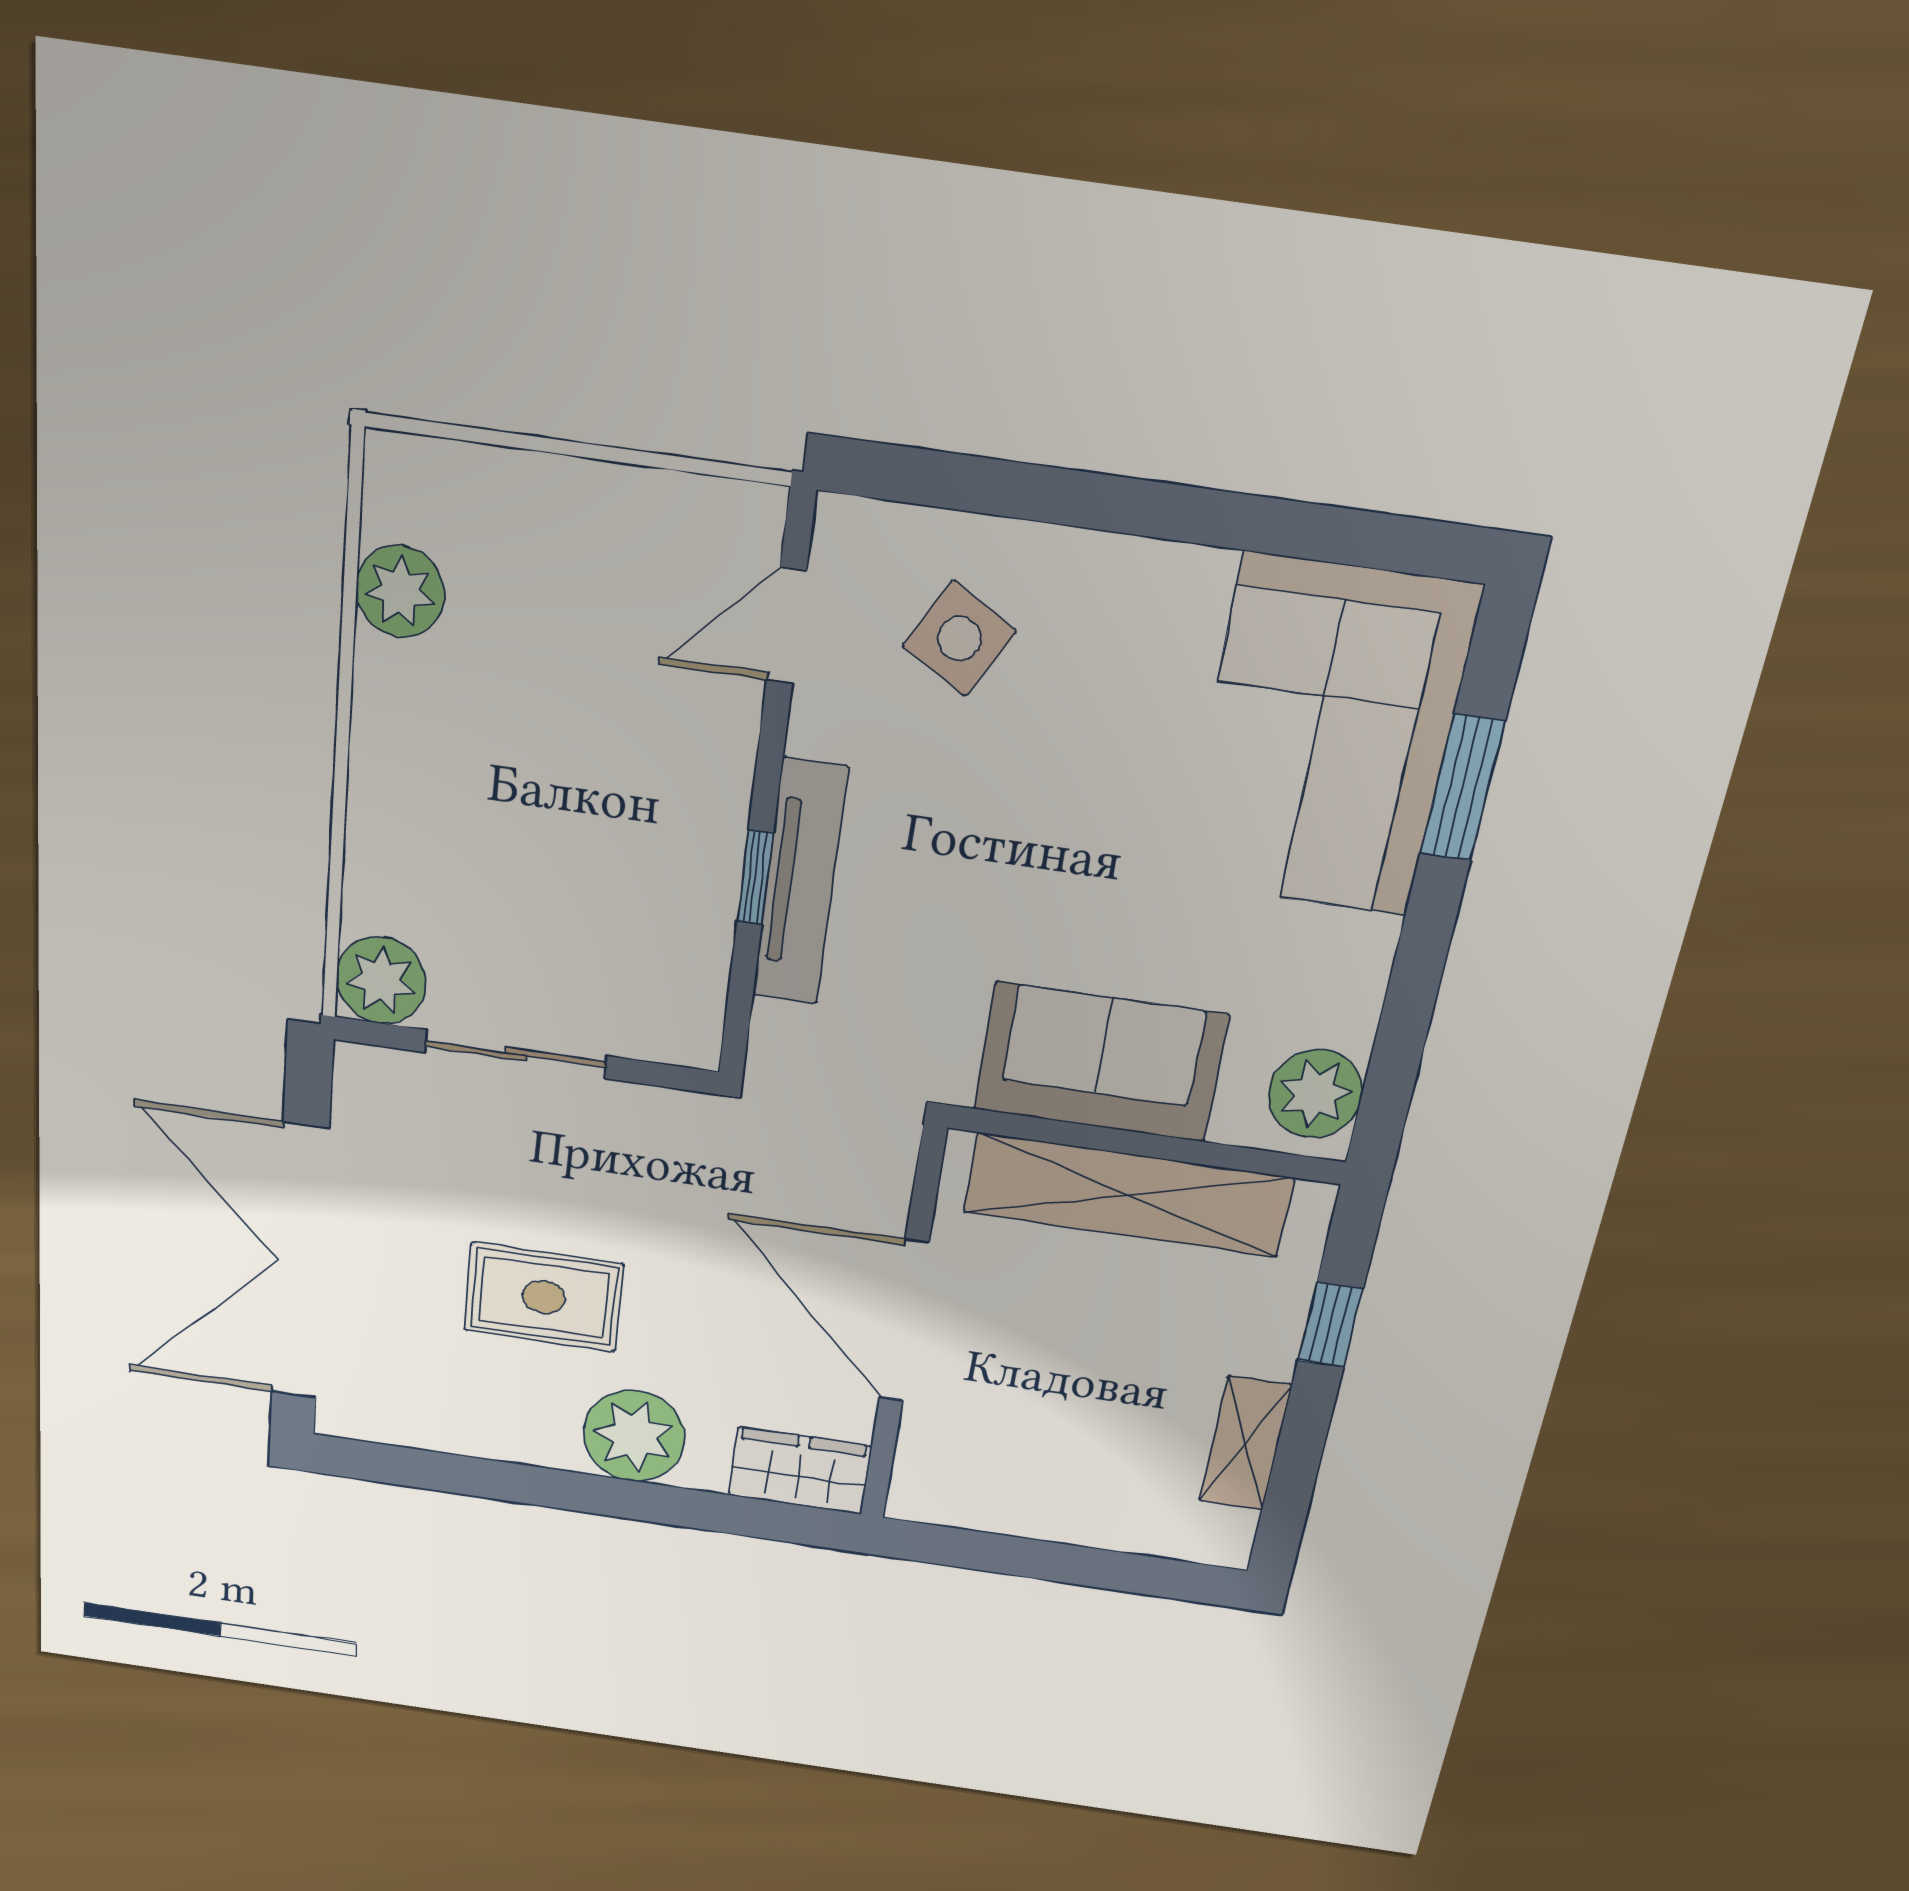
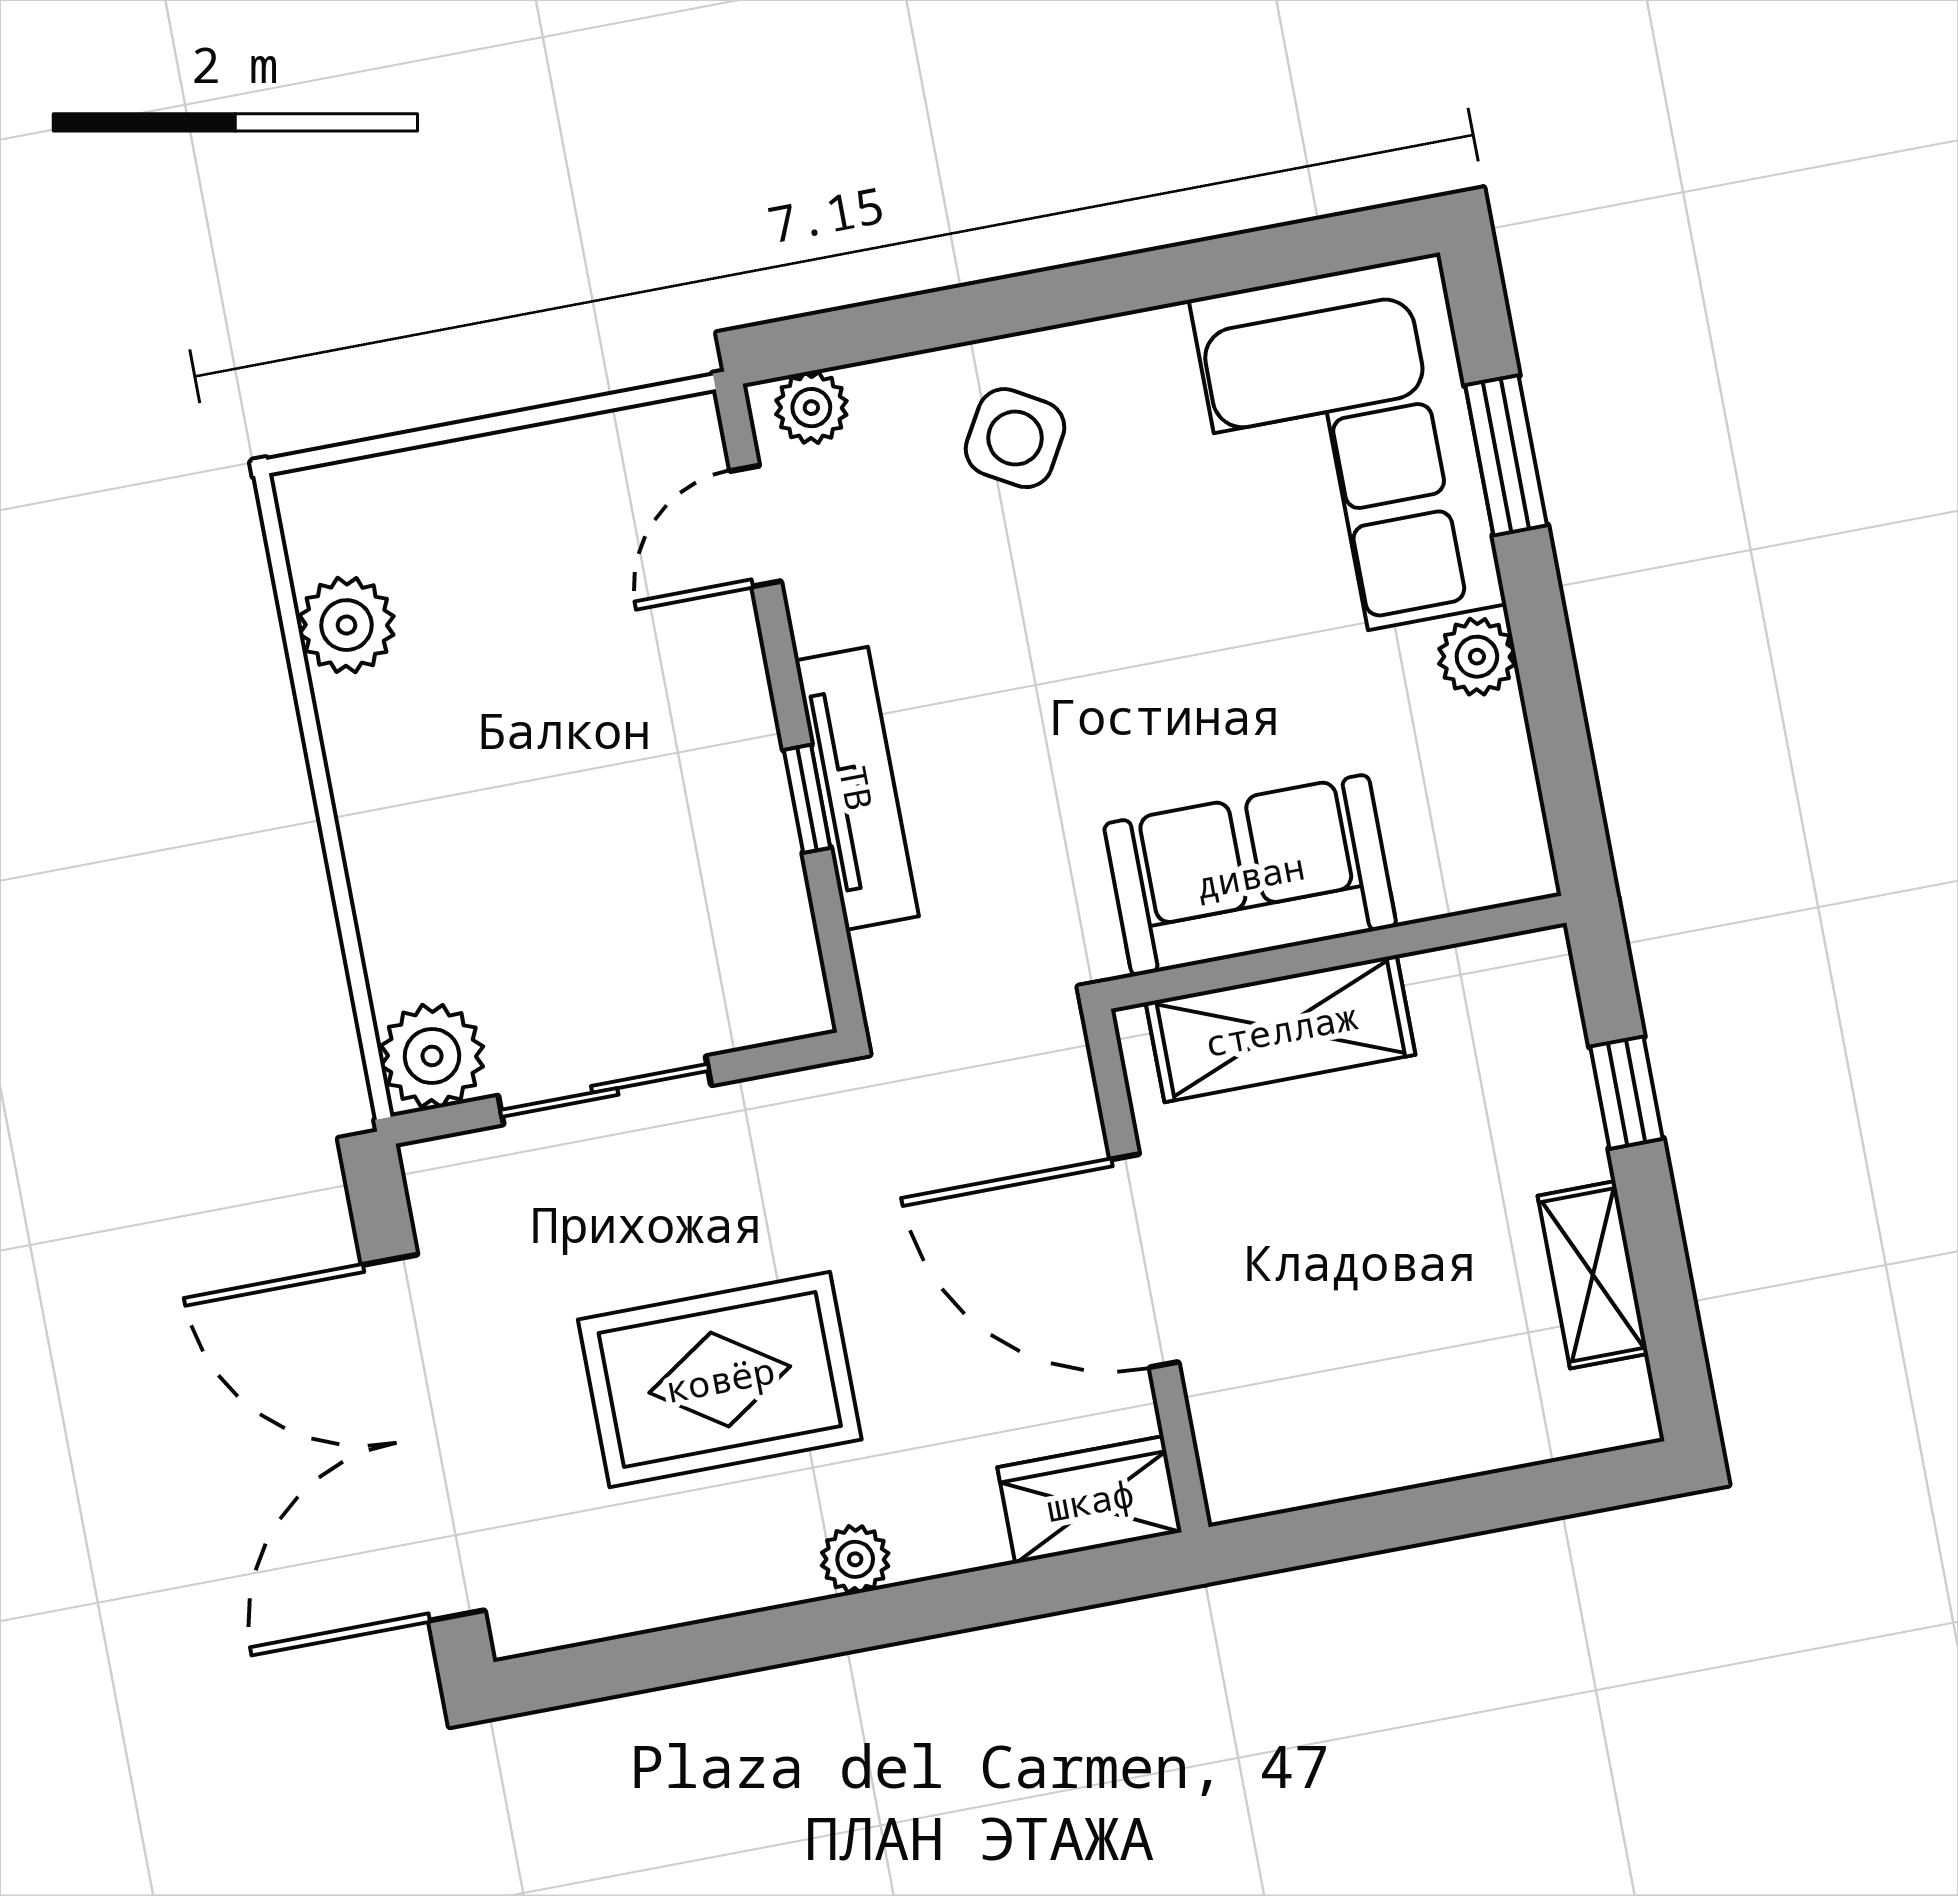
plant: (871, 534) -> (811, 408), added
side table: (959, 639) -> (1015, 438), moved
plant: (1315, 1094) -> (1477, 657), moved, width x0.73, depth x0.73
shelving: (1128, 1195) -> (1281, 1029), width x0.68
rug: (544, 1297) -> (720, 1379), width x1.36, depth x1.43
plant: (634, 1436) -> (855, 1559), width x0.53, depth x0.53

